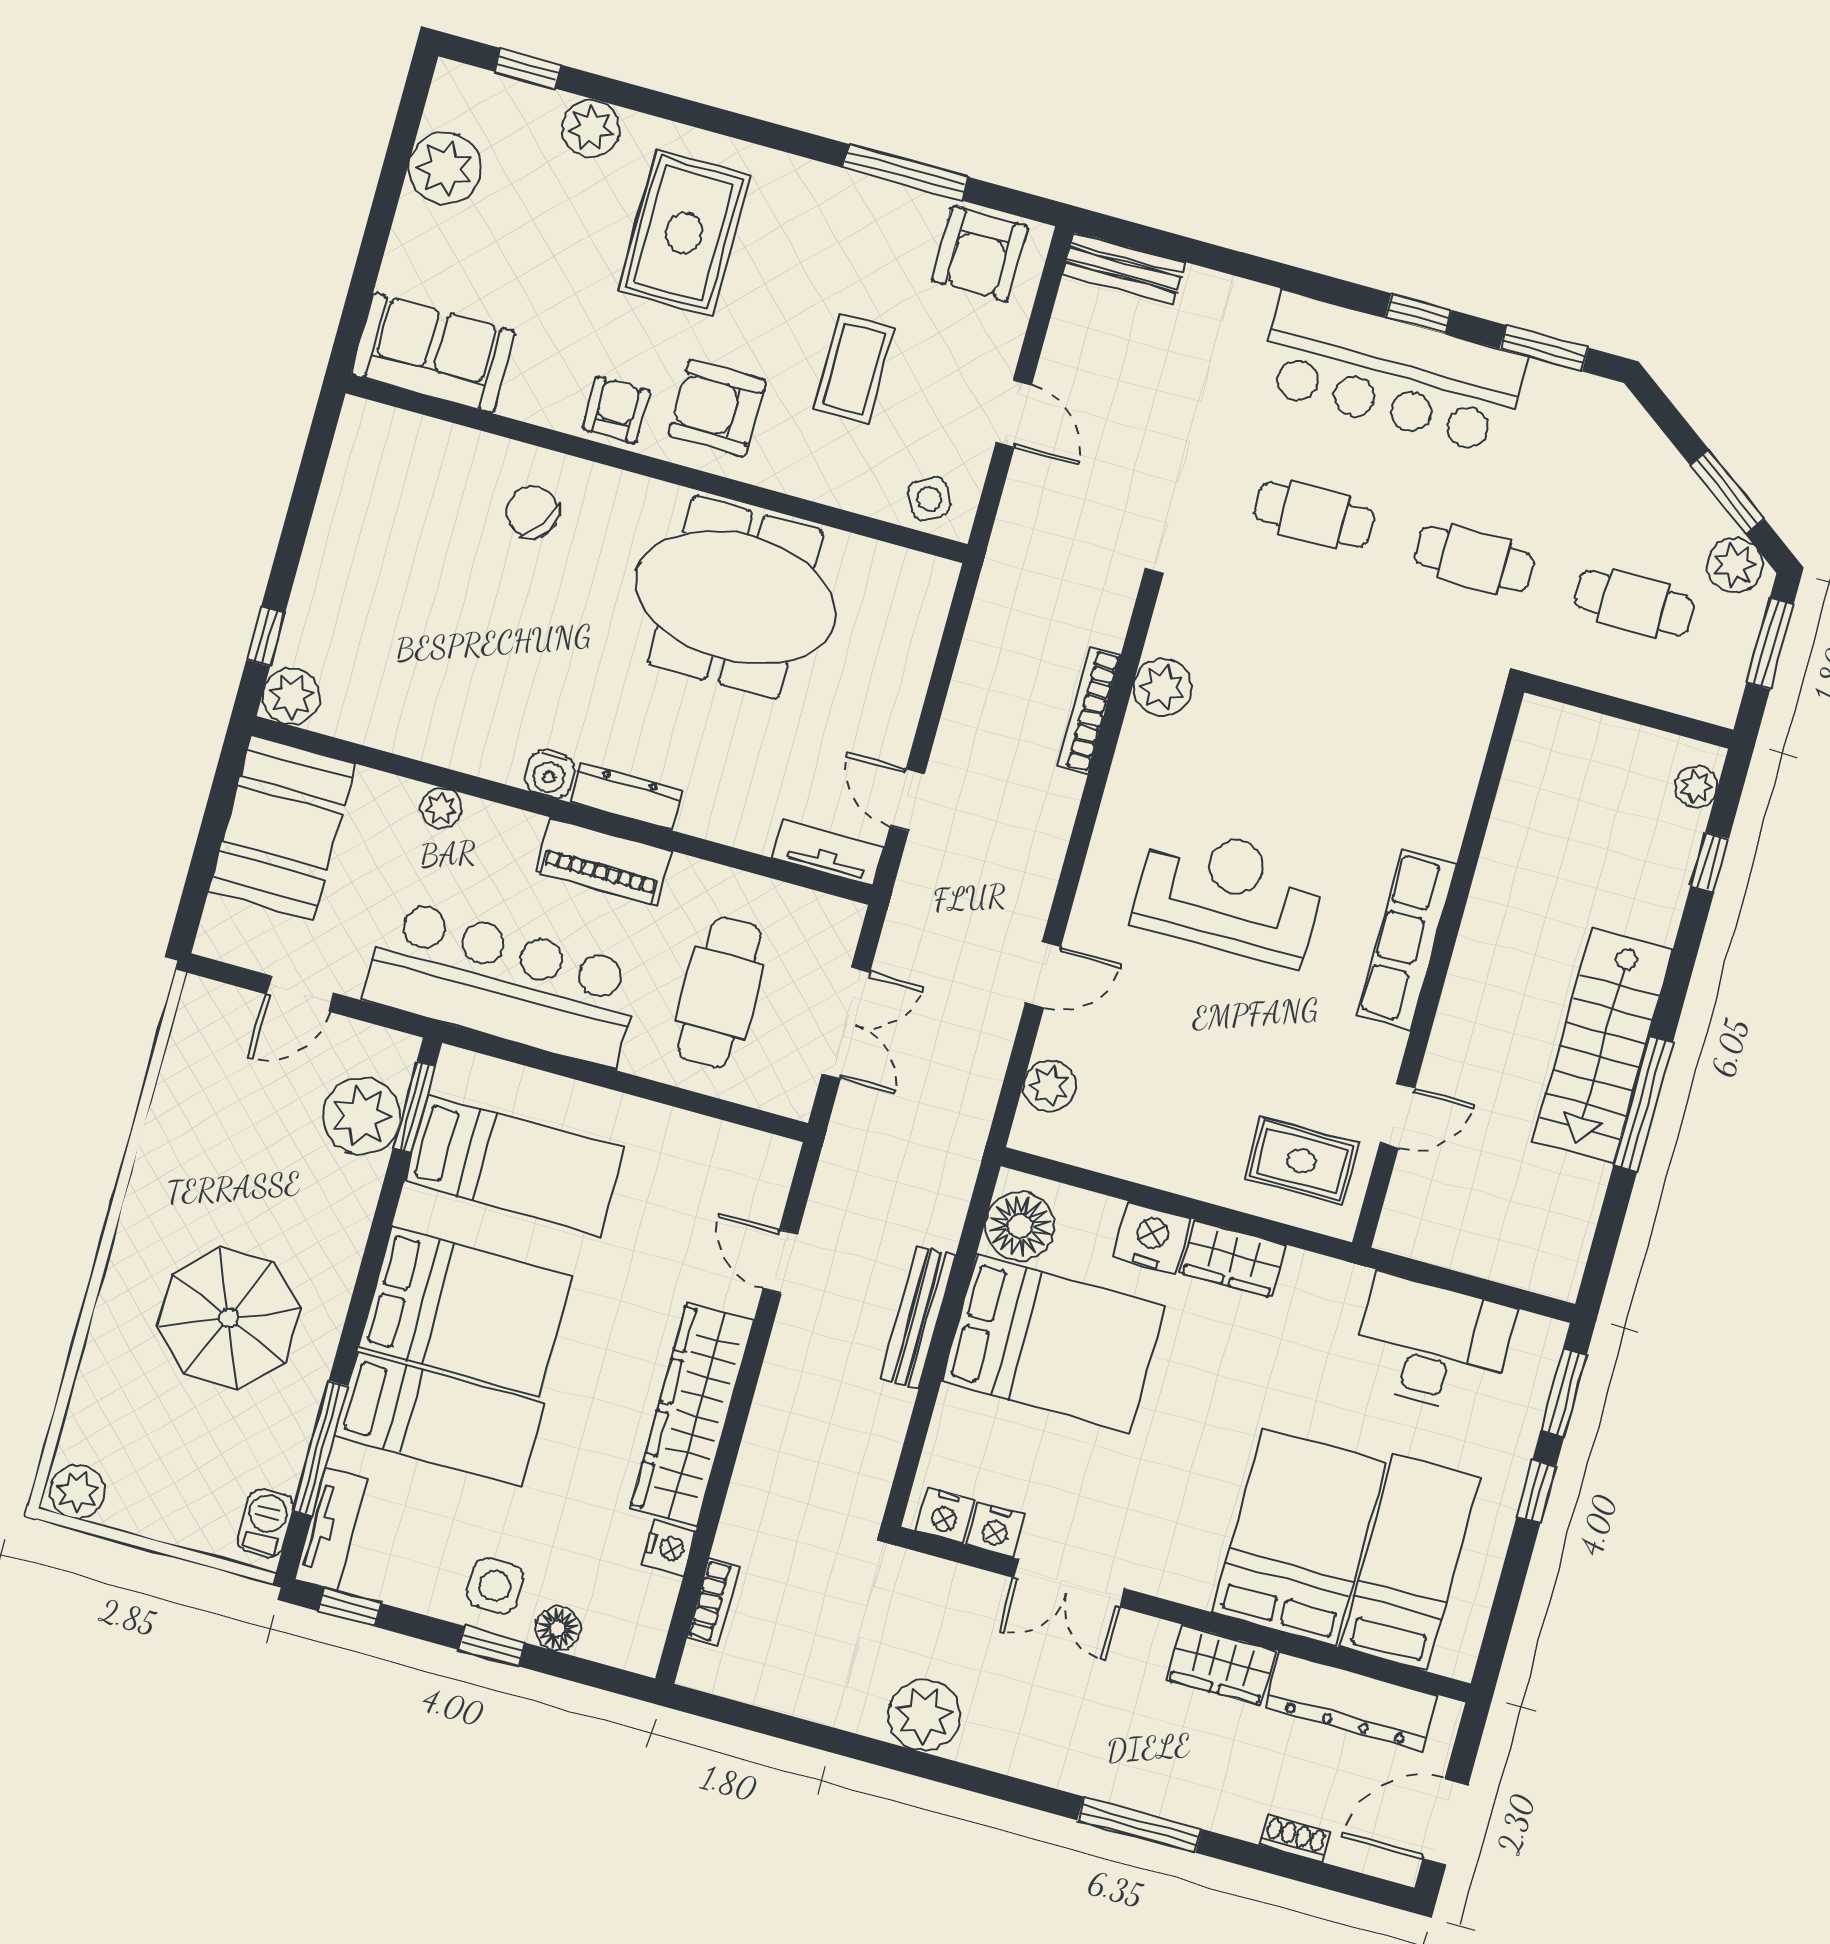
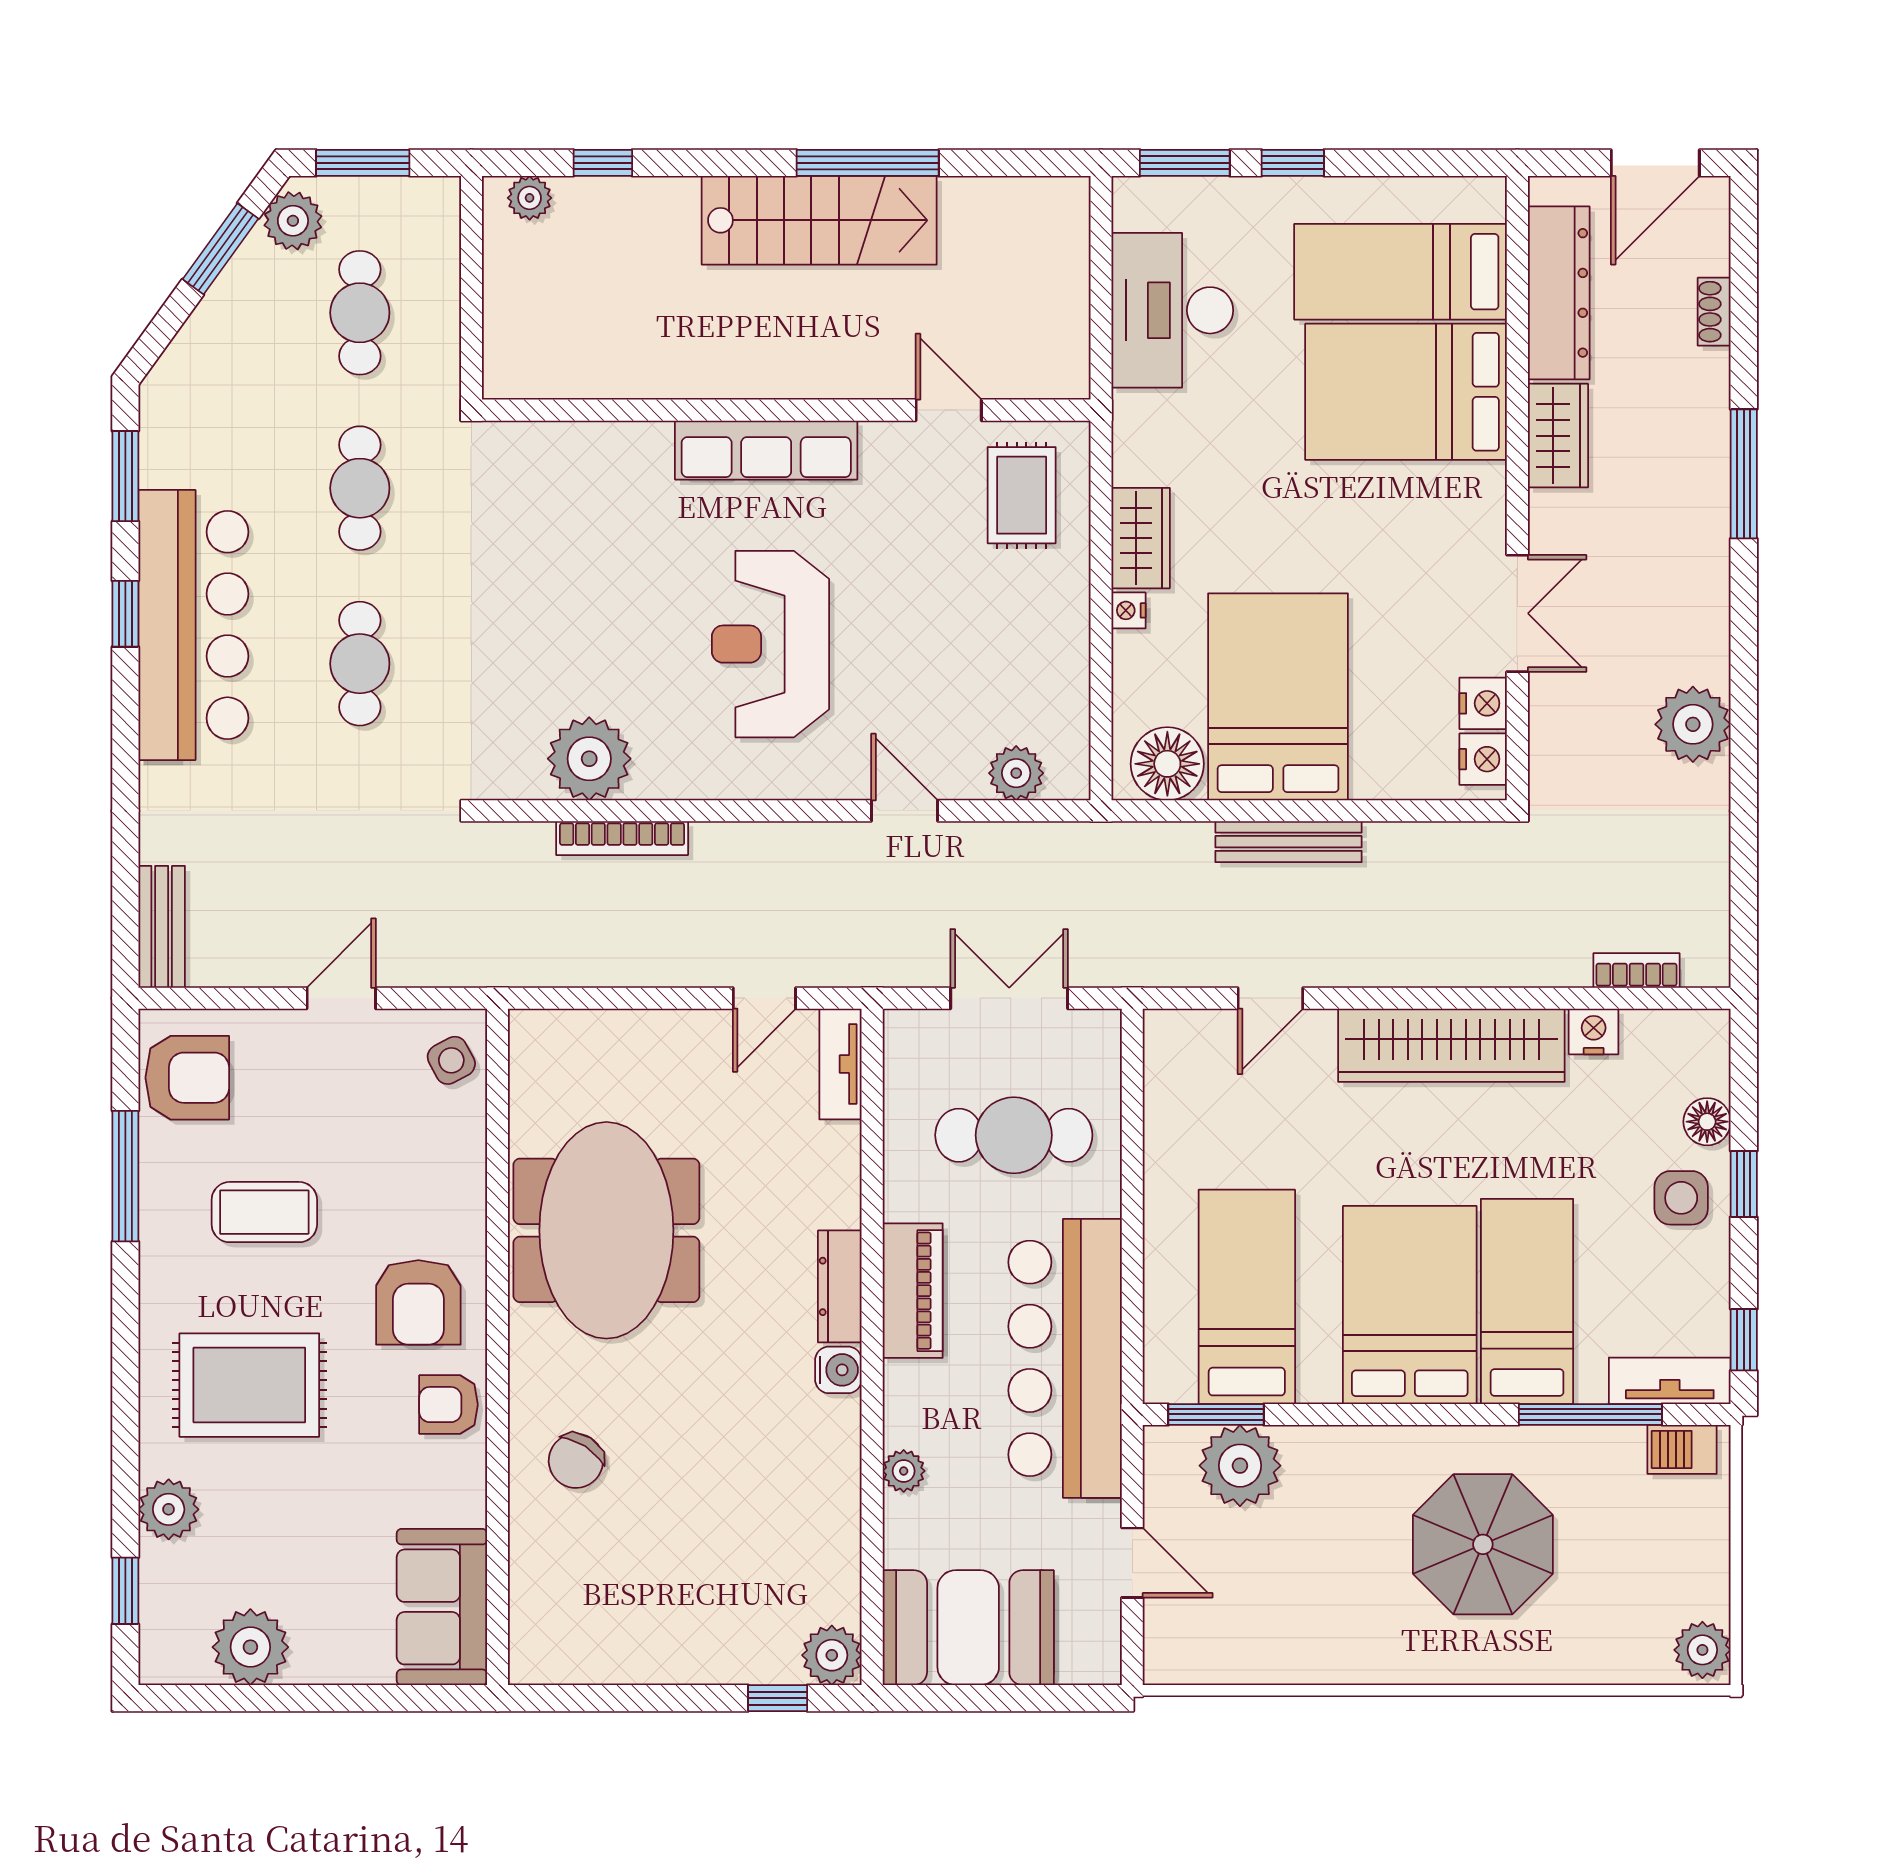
coffee table: (854, 369) -> (264, 1212), moved
plant: (1162, 687) -> (589, 759), width x1.36, depth x1.36
nightstand: (1152, 1238) -> (1129, 610), width x0.53, depth x0.56
door: (1445, 1822) -> (1655, 163), hinge flipped

